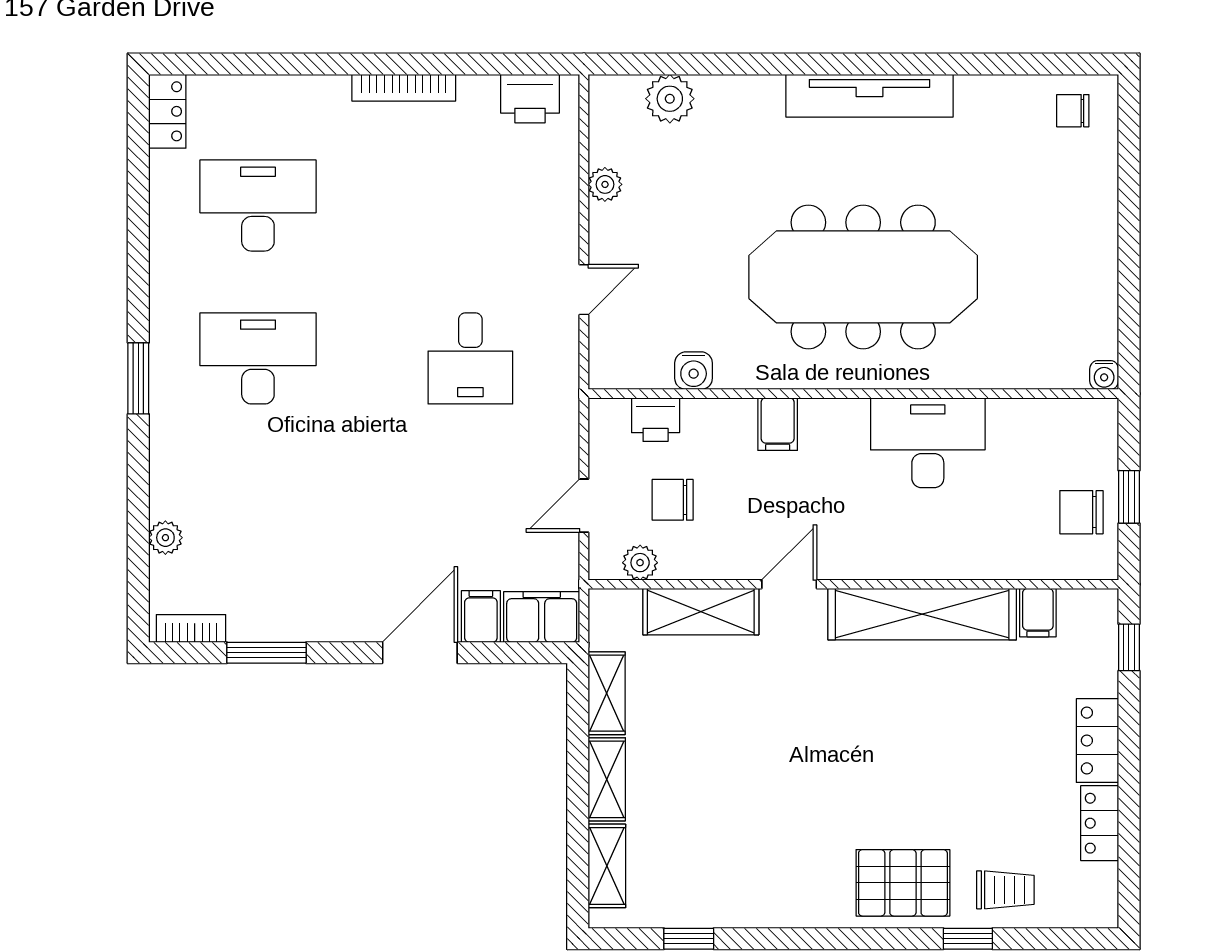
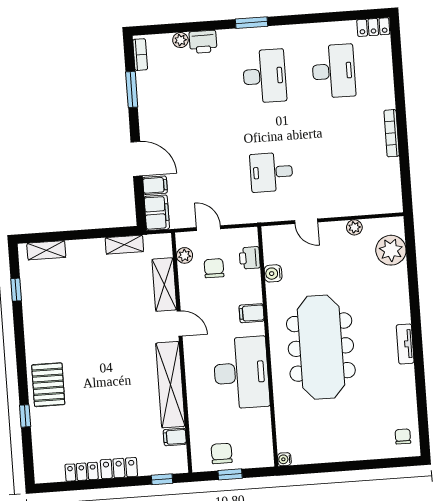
tv unit: (870, 96) -> (405, 344), width x0.52, depth x0.78
printer: (530, 99) -> (203, 42), moved, turned -90
plant: (670, 99) -> (391, 250), width x1.36, depth x1.36
desk: (928, 443) -> (241, 373), width x1.36, depth x1.30
shelving: (607, 779) -> (85, 247), removed
trolley: (1005, 890) -> (48, 431), removed

